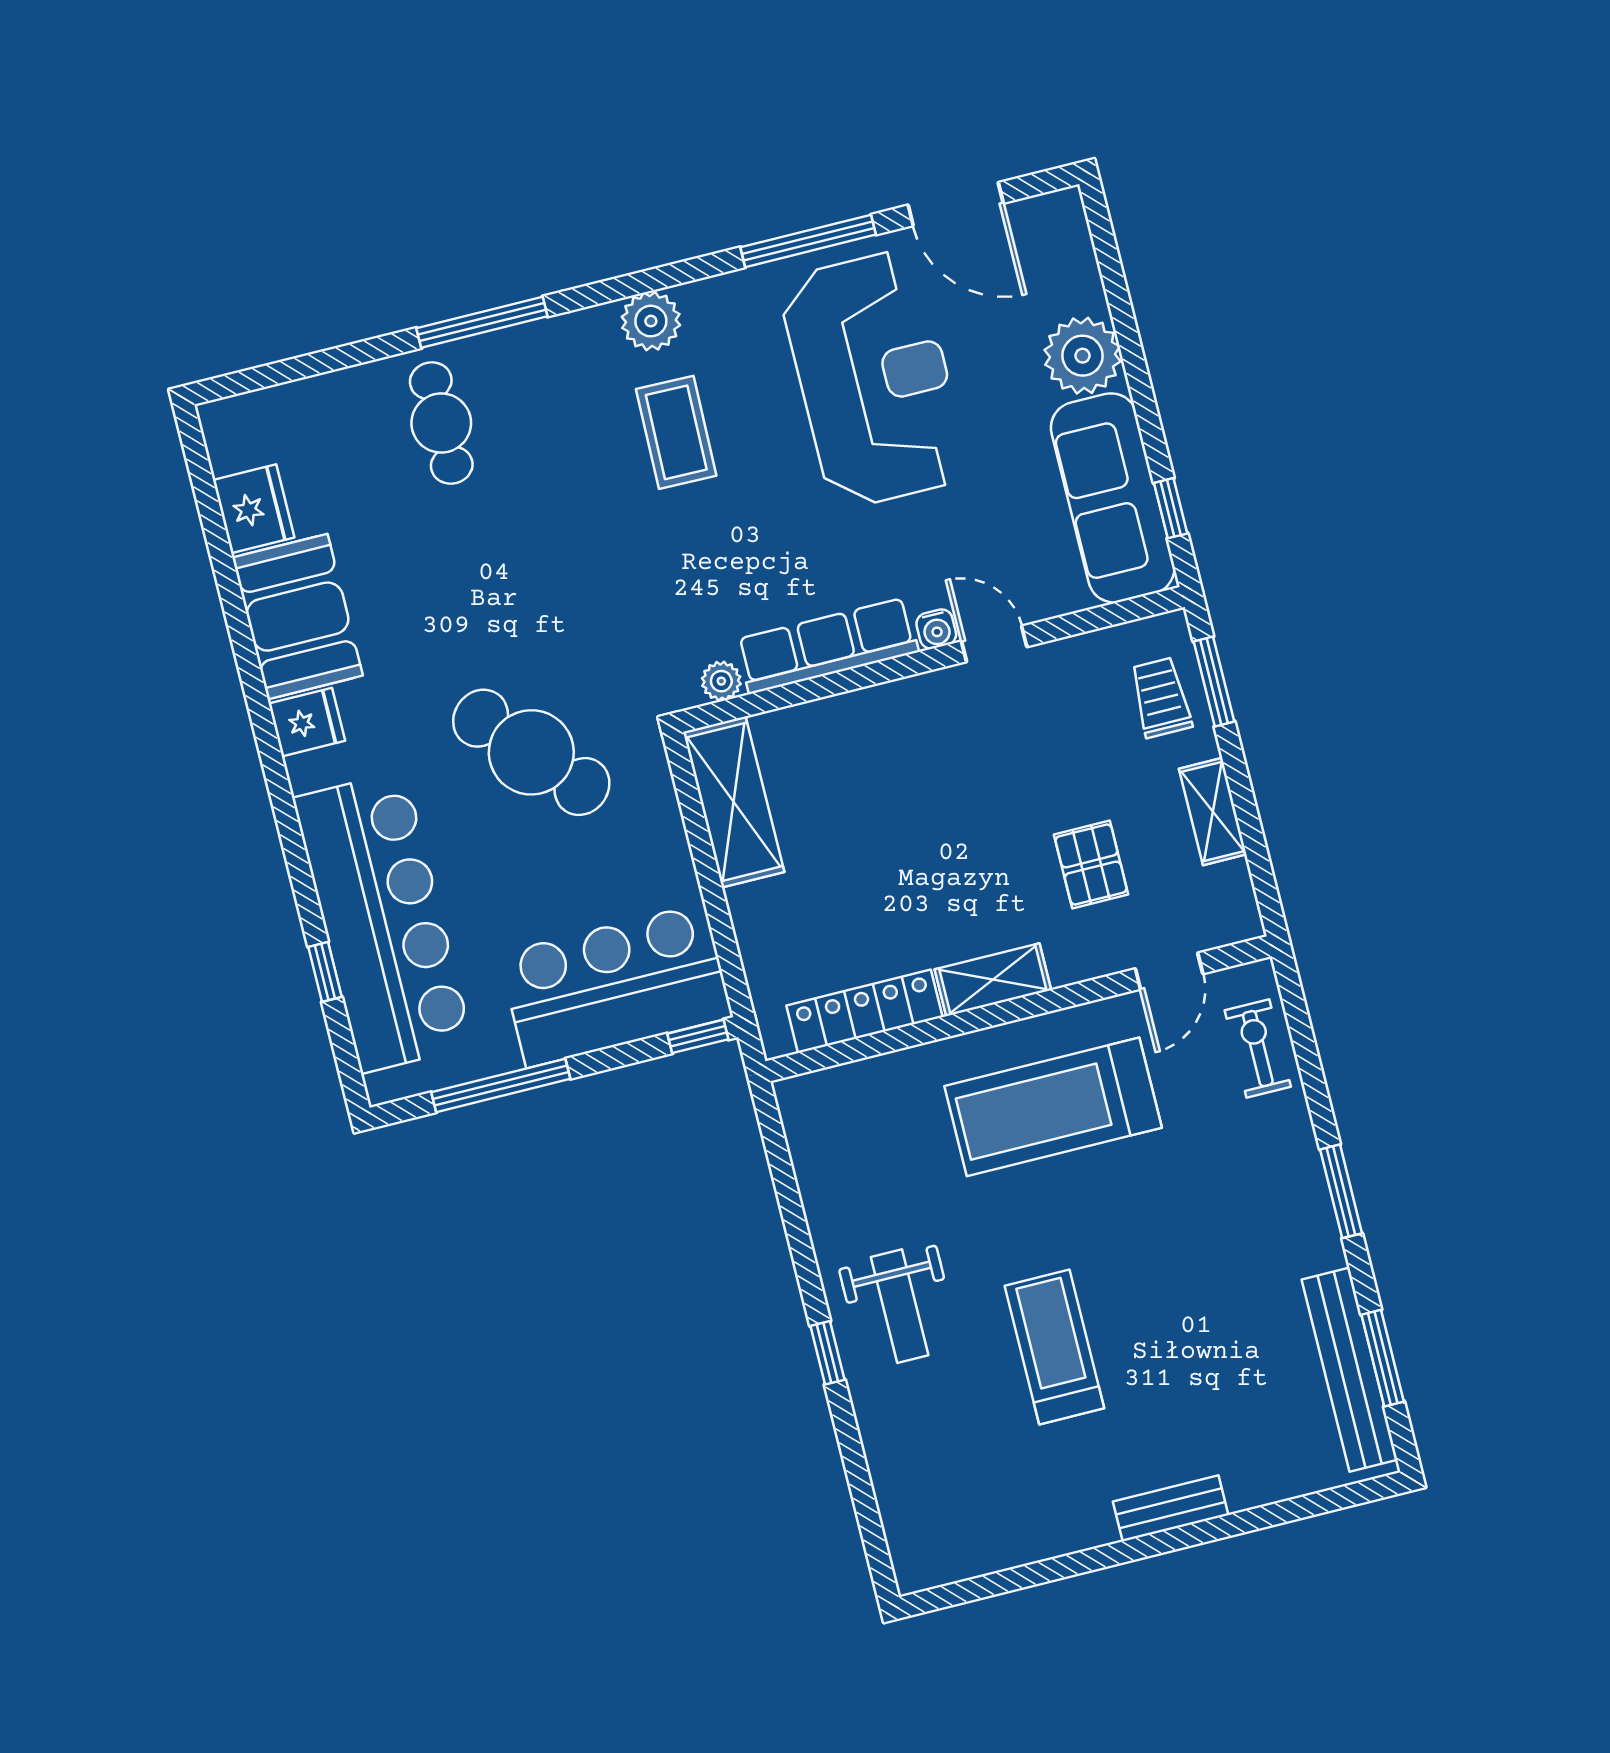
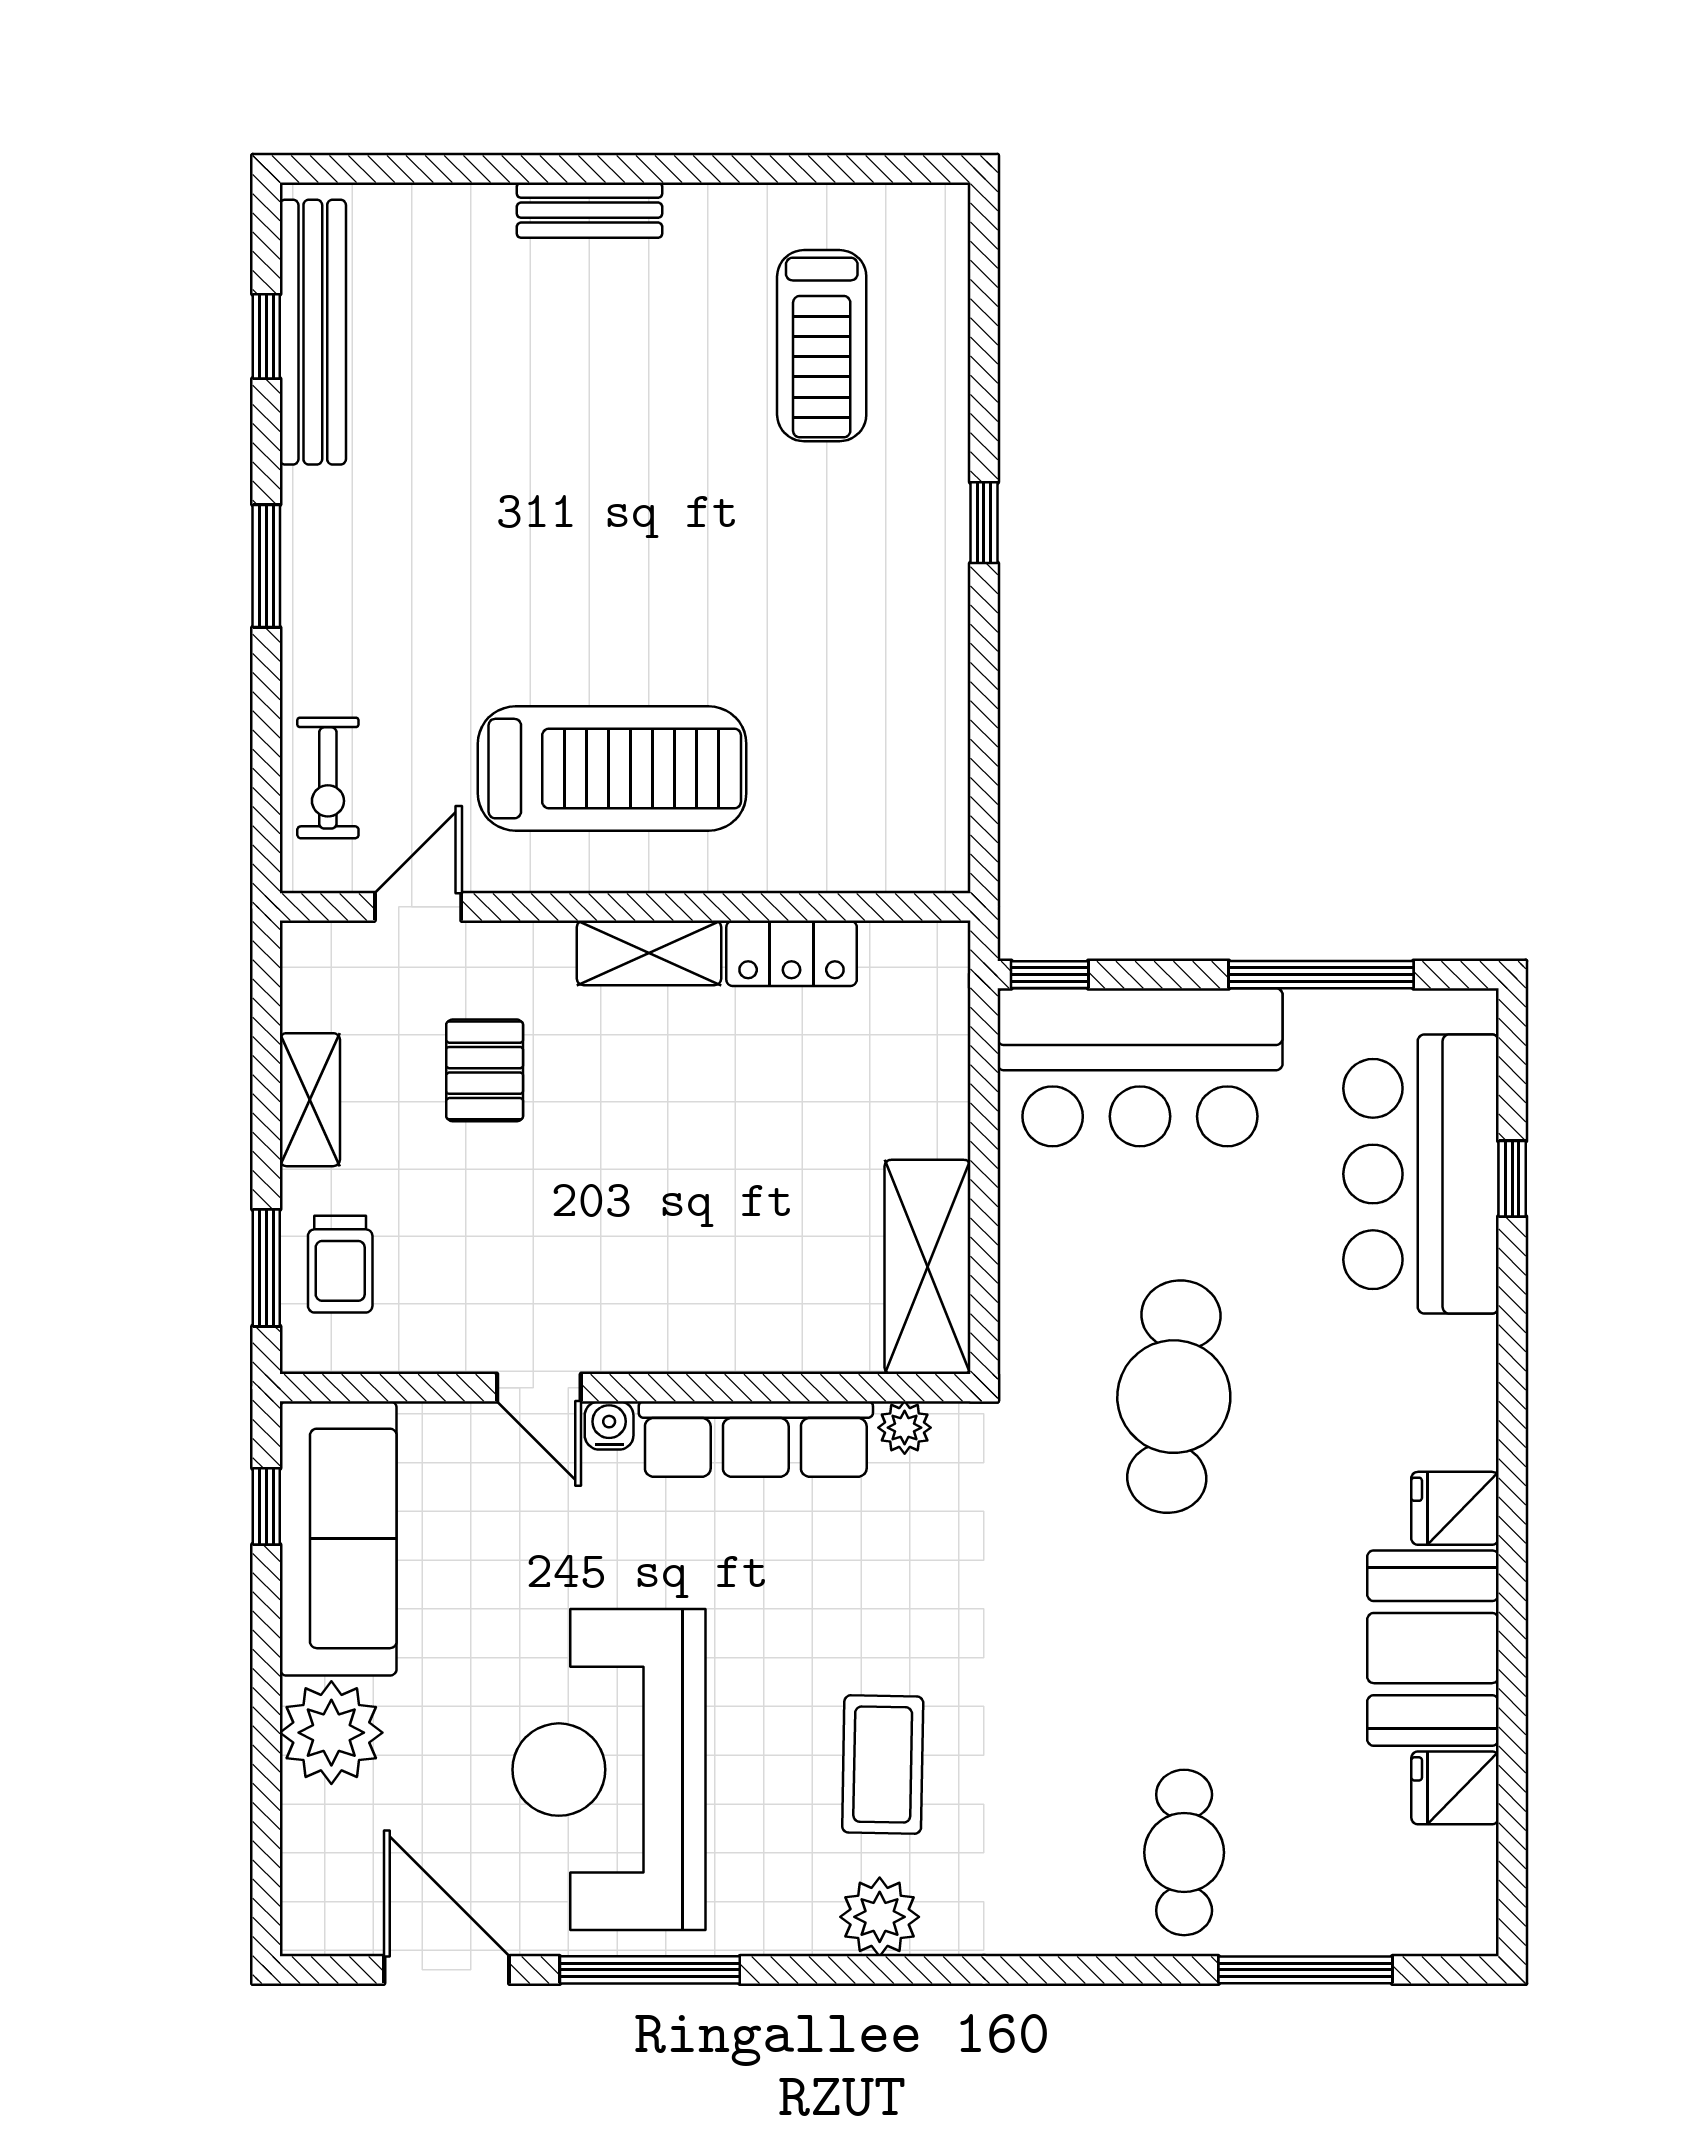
window: (482, 322) -> (1305, 1970), moved
fridge: (254, 509) -> (1455, 1788), width x0.72
cafe table: (531, 752) -> (1174, 1397), turned 47
bar counter: (383, 922) -> (1421, 1174), width x0.73
locker: (864, 1011) -> (792, 953), width x0.66
weight bench: (900, 1306) -> (875, 560), removed
treadmill: (1054, 1347) -> (822, 346), moved
window: (1383, 1358) -> (266, 336), width x0.67

